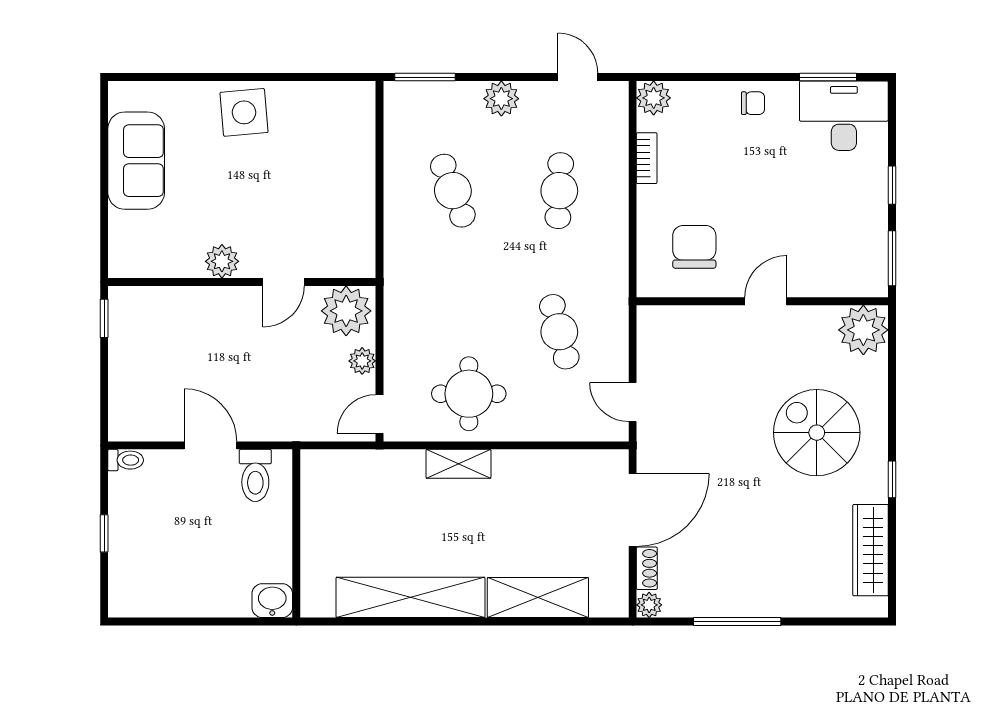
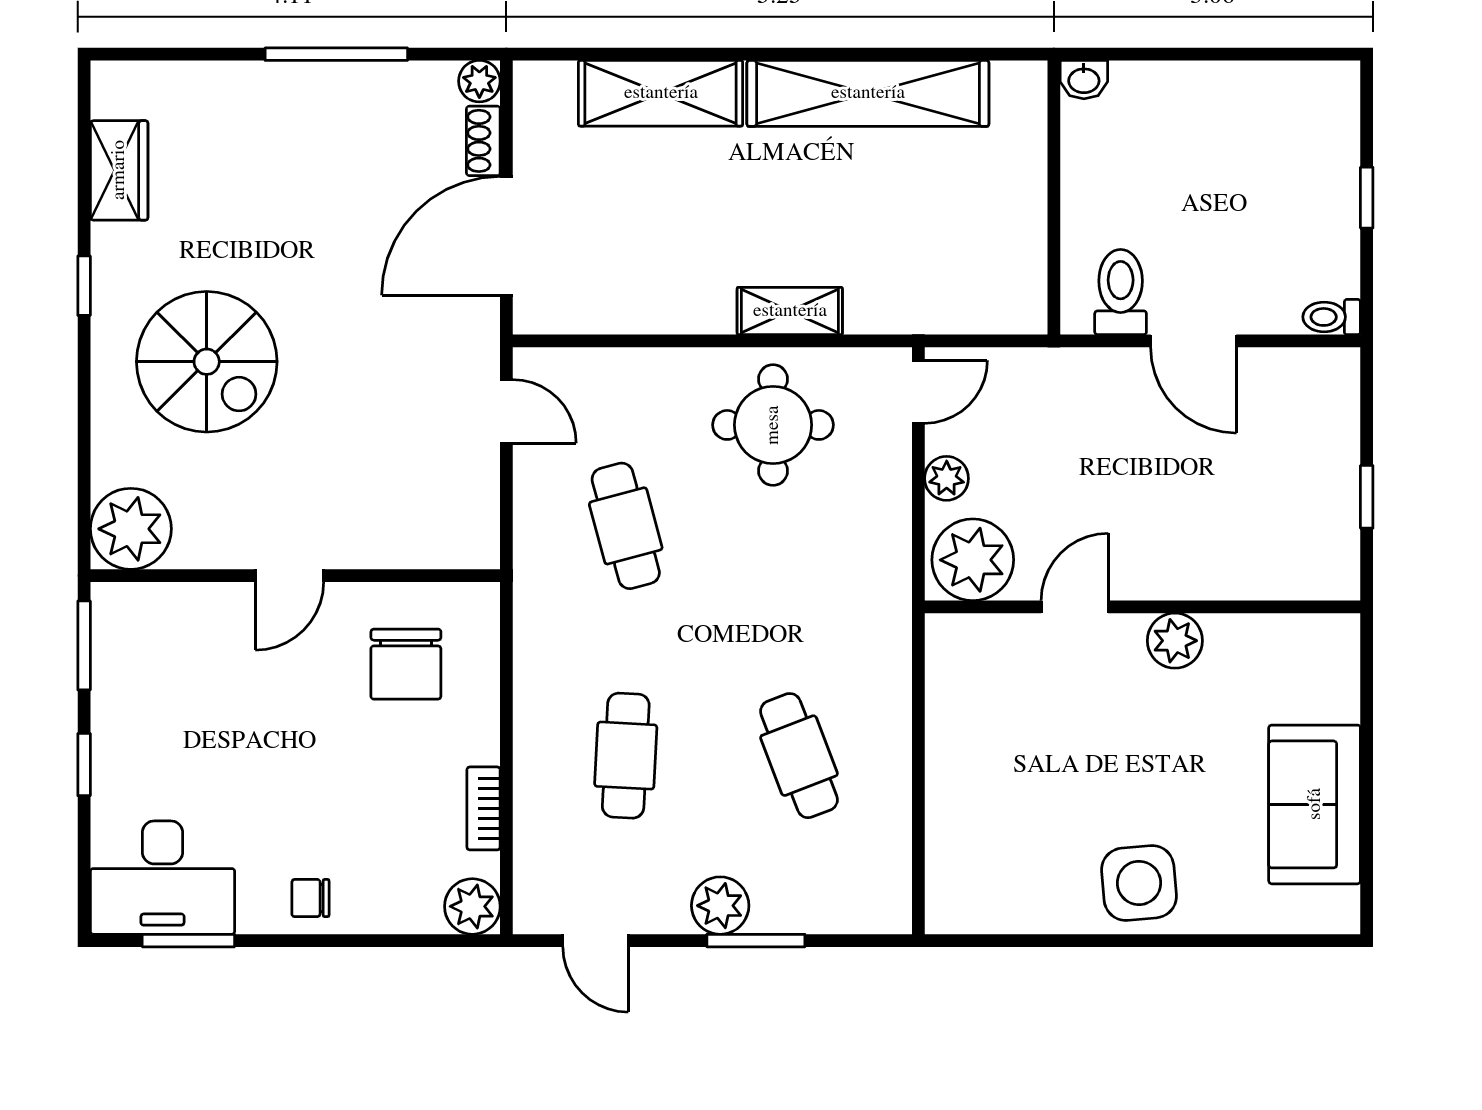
window: (425, 77) -> (756, 941), moved
window: (104, 318) -> (1367, 497), moved
wardrobe: (871, 550) -> (119, 170), width x0.67
washbasin: (272, 601) -> (1084, 80), width x0.72, depth x0.69

